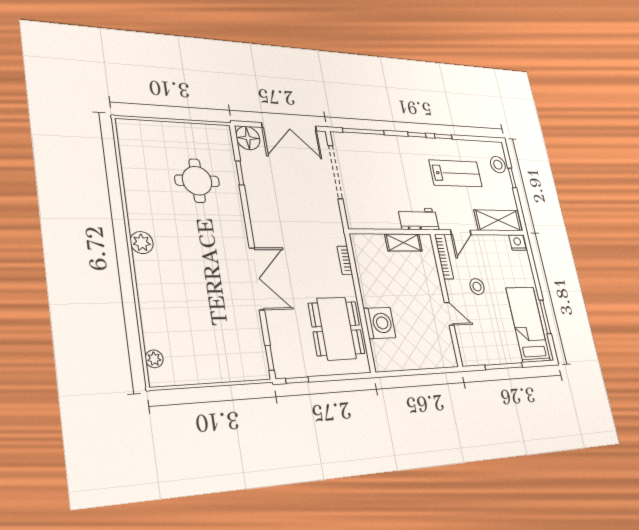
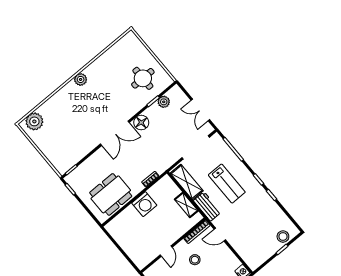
double door: (289, 127) -> (200, 110), width x0.73
floor lamp: (248, 138) -> (141, 123), moved
plant: (249, 161) -> (164, 102), added
lab bench: (456, 173) -> (227, 184), moved
round table: (197, 181) -> (143, 78), moved
shelving: (498, 220) -> (187, 182), moved
double door: (257, 279) -> (115, 133), moved
washing machine: (380, 323) -> (144, 204), moved
plant: (154, 359) -> (34, 121), width x1.88, depth x1.88

